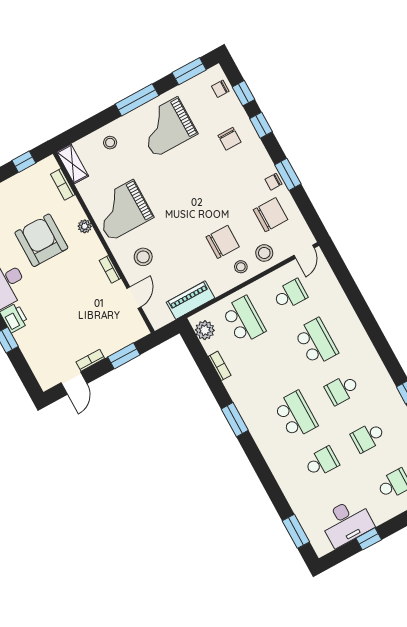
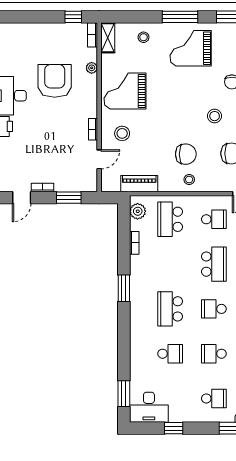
bookcase: (63, 184) -> (92, 35), moved
plant: (85, 226) -> (92, 68), moved
stool: (264, 253) -> (215, 116), moved
school desk: (244, 320) -> (170, 219), turned 180
school desk: (296, 415) -> (170, 309), turned 180
desk: (347, 522) -> (149, 407), moved

